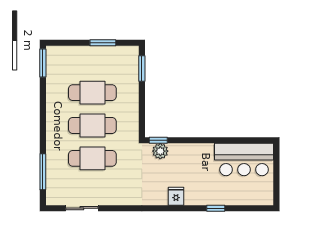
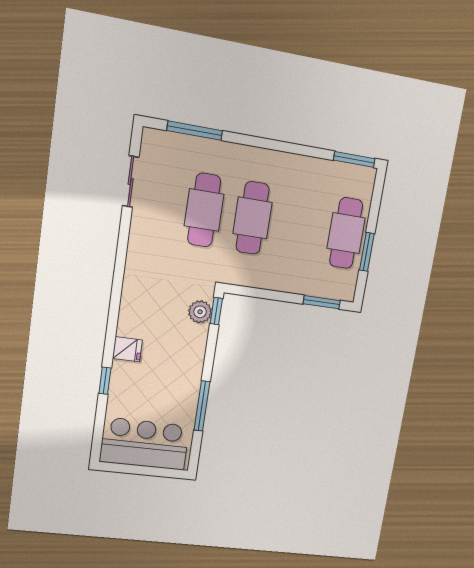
cafe table: (92, 93) -> (346, 233), moved
window: (225, 140) -> (202, 406), added
bar counter: (244, 160) -> (145, 444), moved, turned 90
fridge: (176, 196) -> (127, 349), moved

